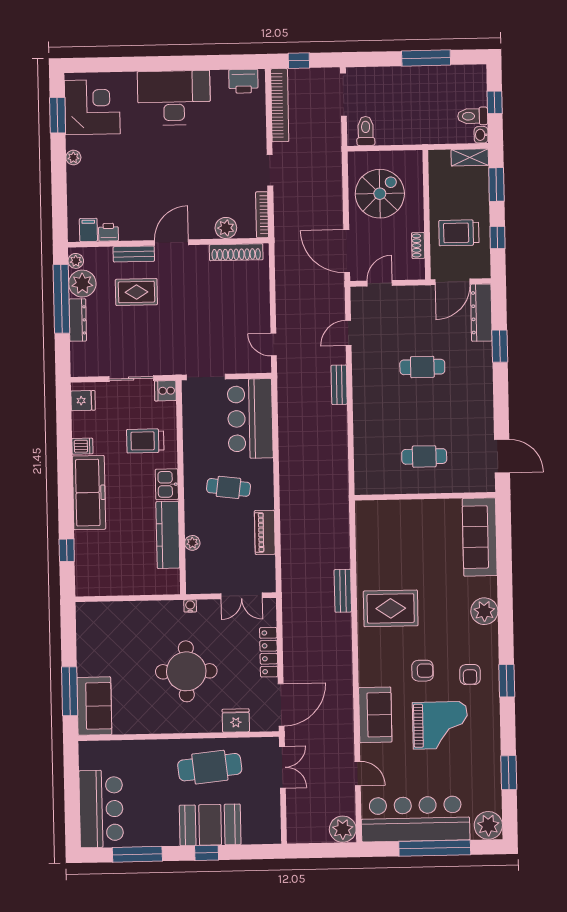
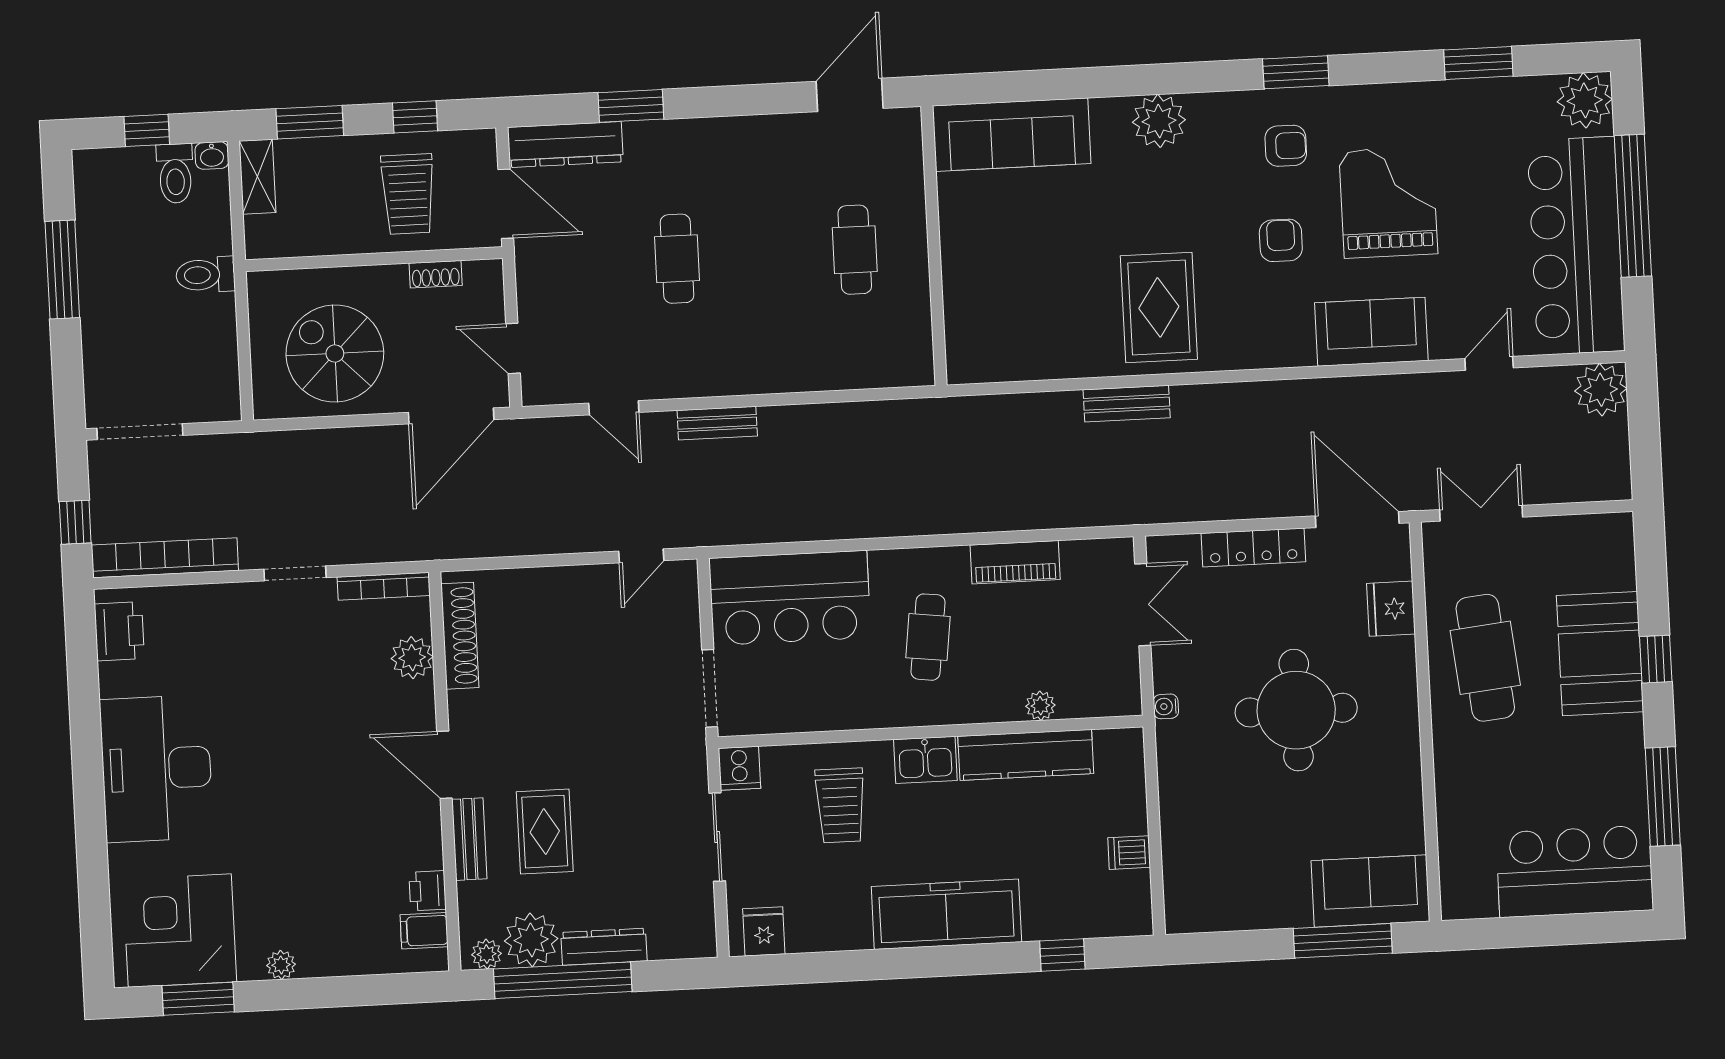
toilet: (366, 131) -> (205, 275), moved
dishwasher: (82, 446) -> (1129, 853), moved, turned -90

